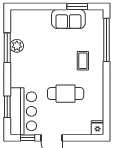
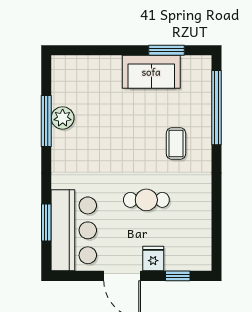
cafe table: (66, 94) -> (146, 200), width x0.73, depth x0.74
fridge: (98, 128) -> (153, 259), moved
window: (28, 138) -> (178, 276), moved

